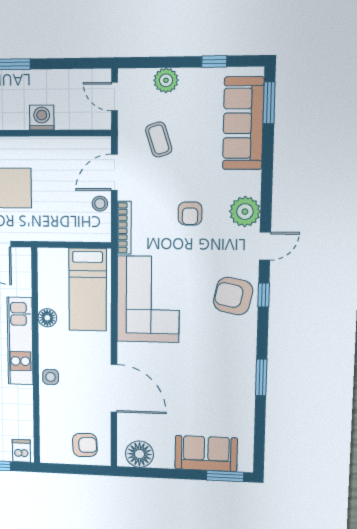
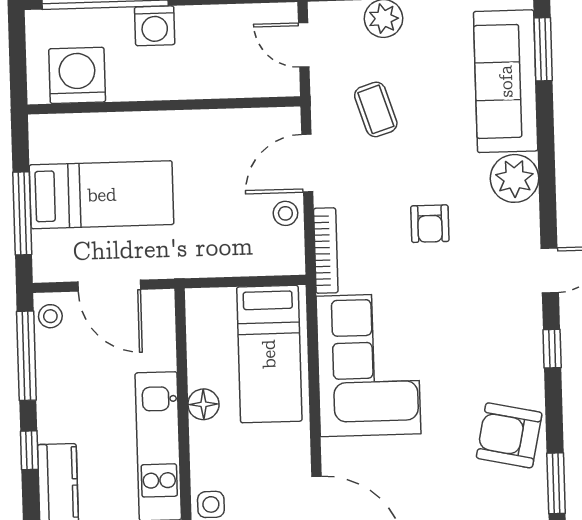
washing machine: (42, 118) -> (155, 26), moved, turned 180
plant: (245, 212) -> (514, 178), moved
armchair: (233, 296) -> (509, 435), moved

